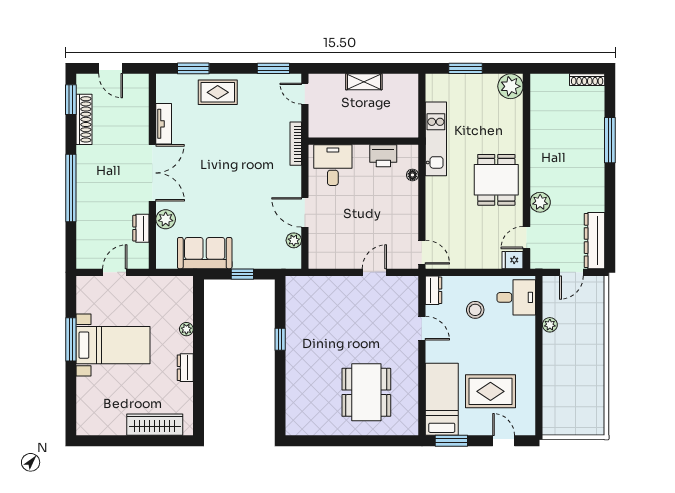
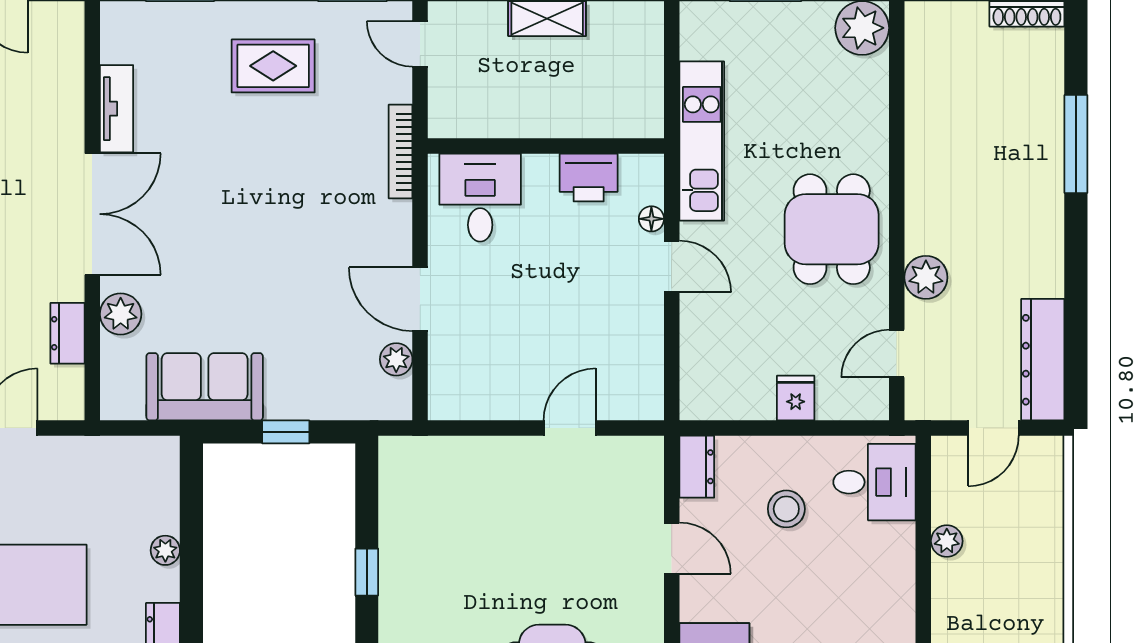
rug: (218, 92) -> (273, 66), moved
door: (422, 252) -> (672, 267), moved
fridge: (513, 260) -> (796, 398), moved, turned 90

